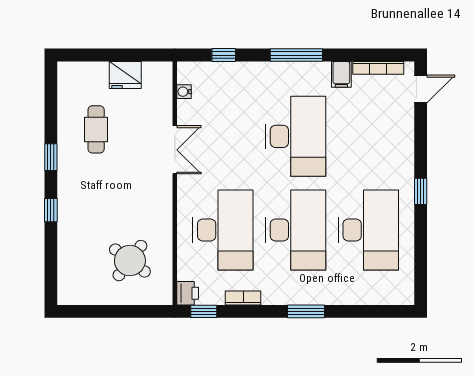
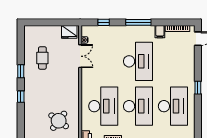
fridge: (125, 75) -> (69, 32), moved
double door: (175, 150) -> (80, 56), moved

